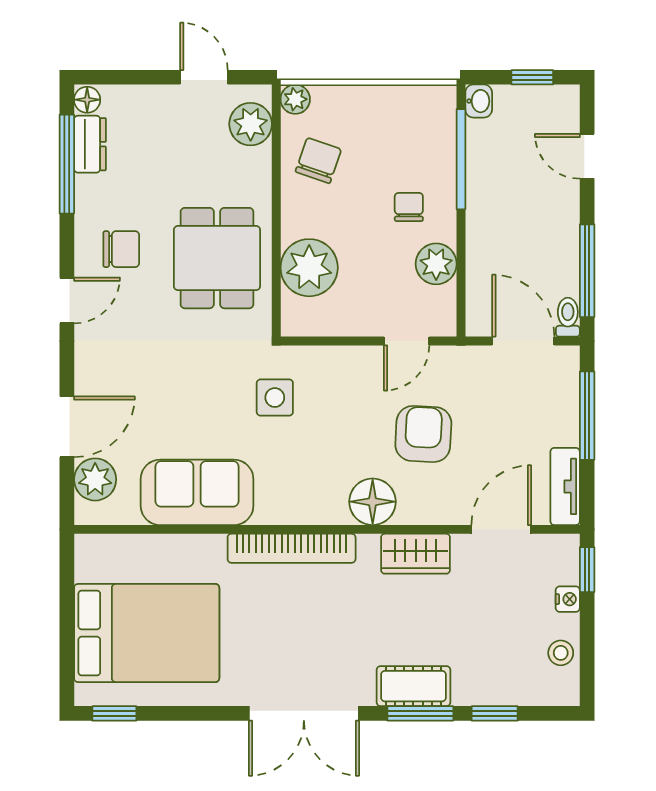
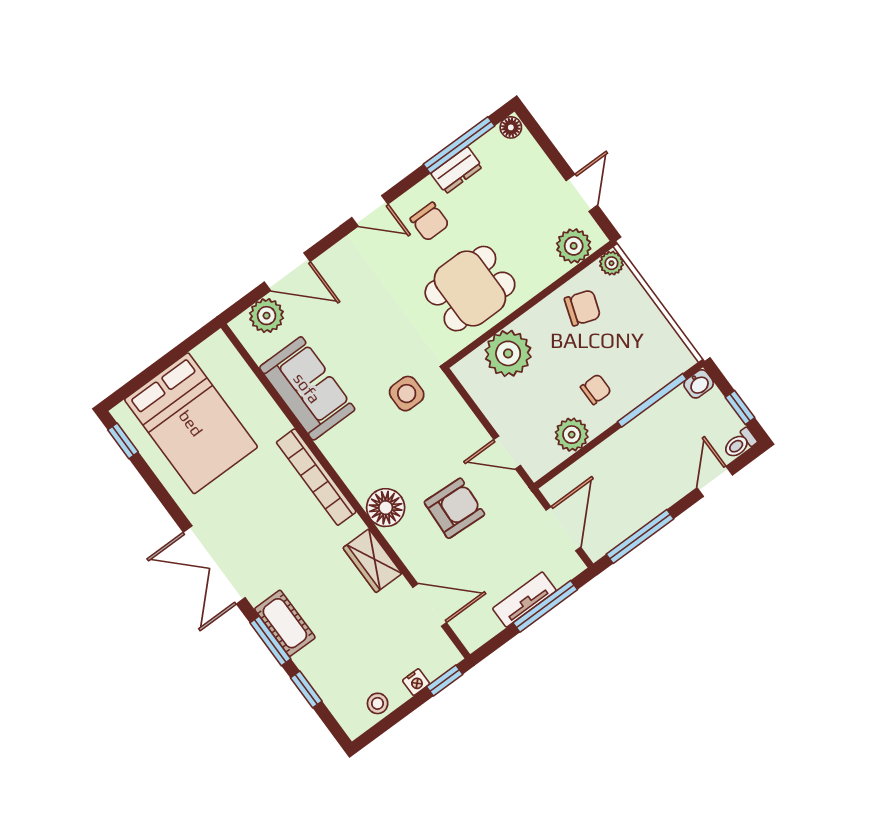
dresser: (90, 144) -> (457, 170), moved
toilet: (568, 317) -> (740, 444), moved, turned 180
tv unit: (565, 486) -> (524, 600), moved

